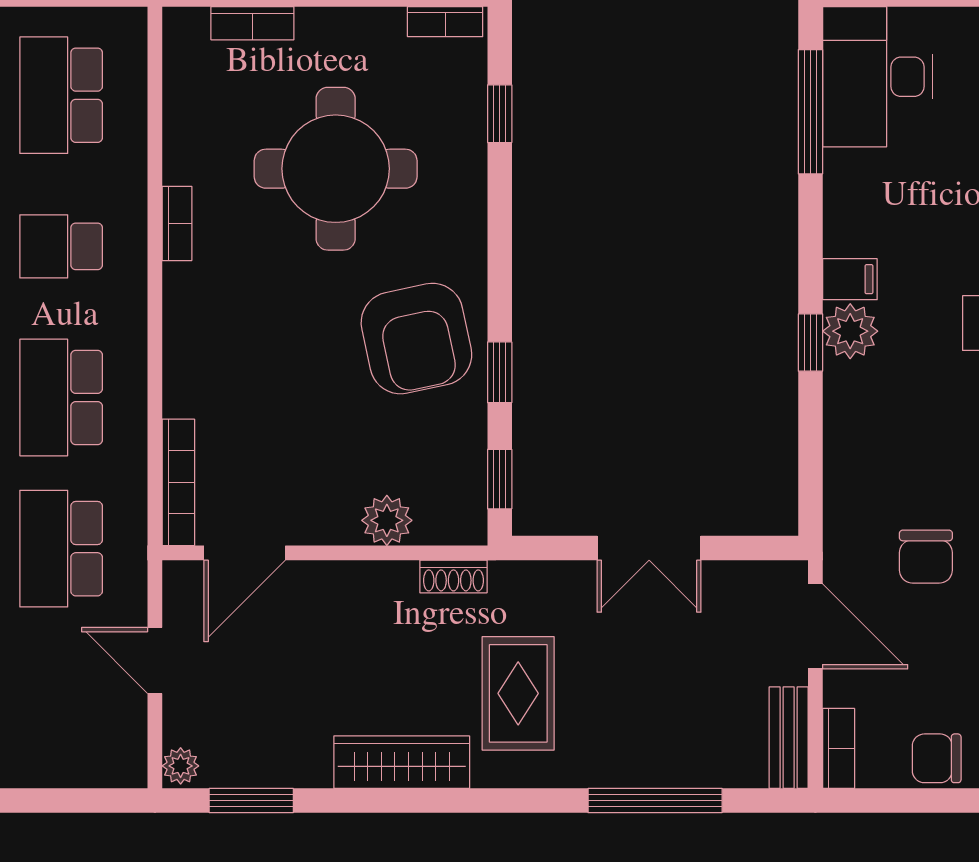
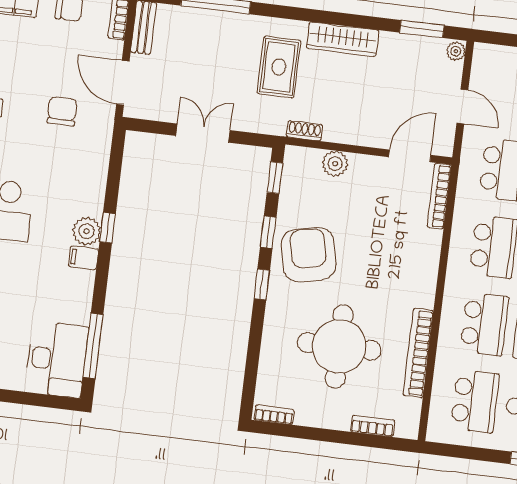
window: (500, 114) -> (262, 284), moved
bookcase: (177, 223) -> (418, 353), width x2.31, depth x1.31
school desk: (61, 246) -> (484, 324), width x1.85

